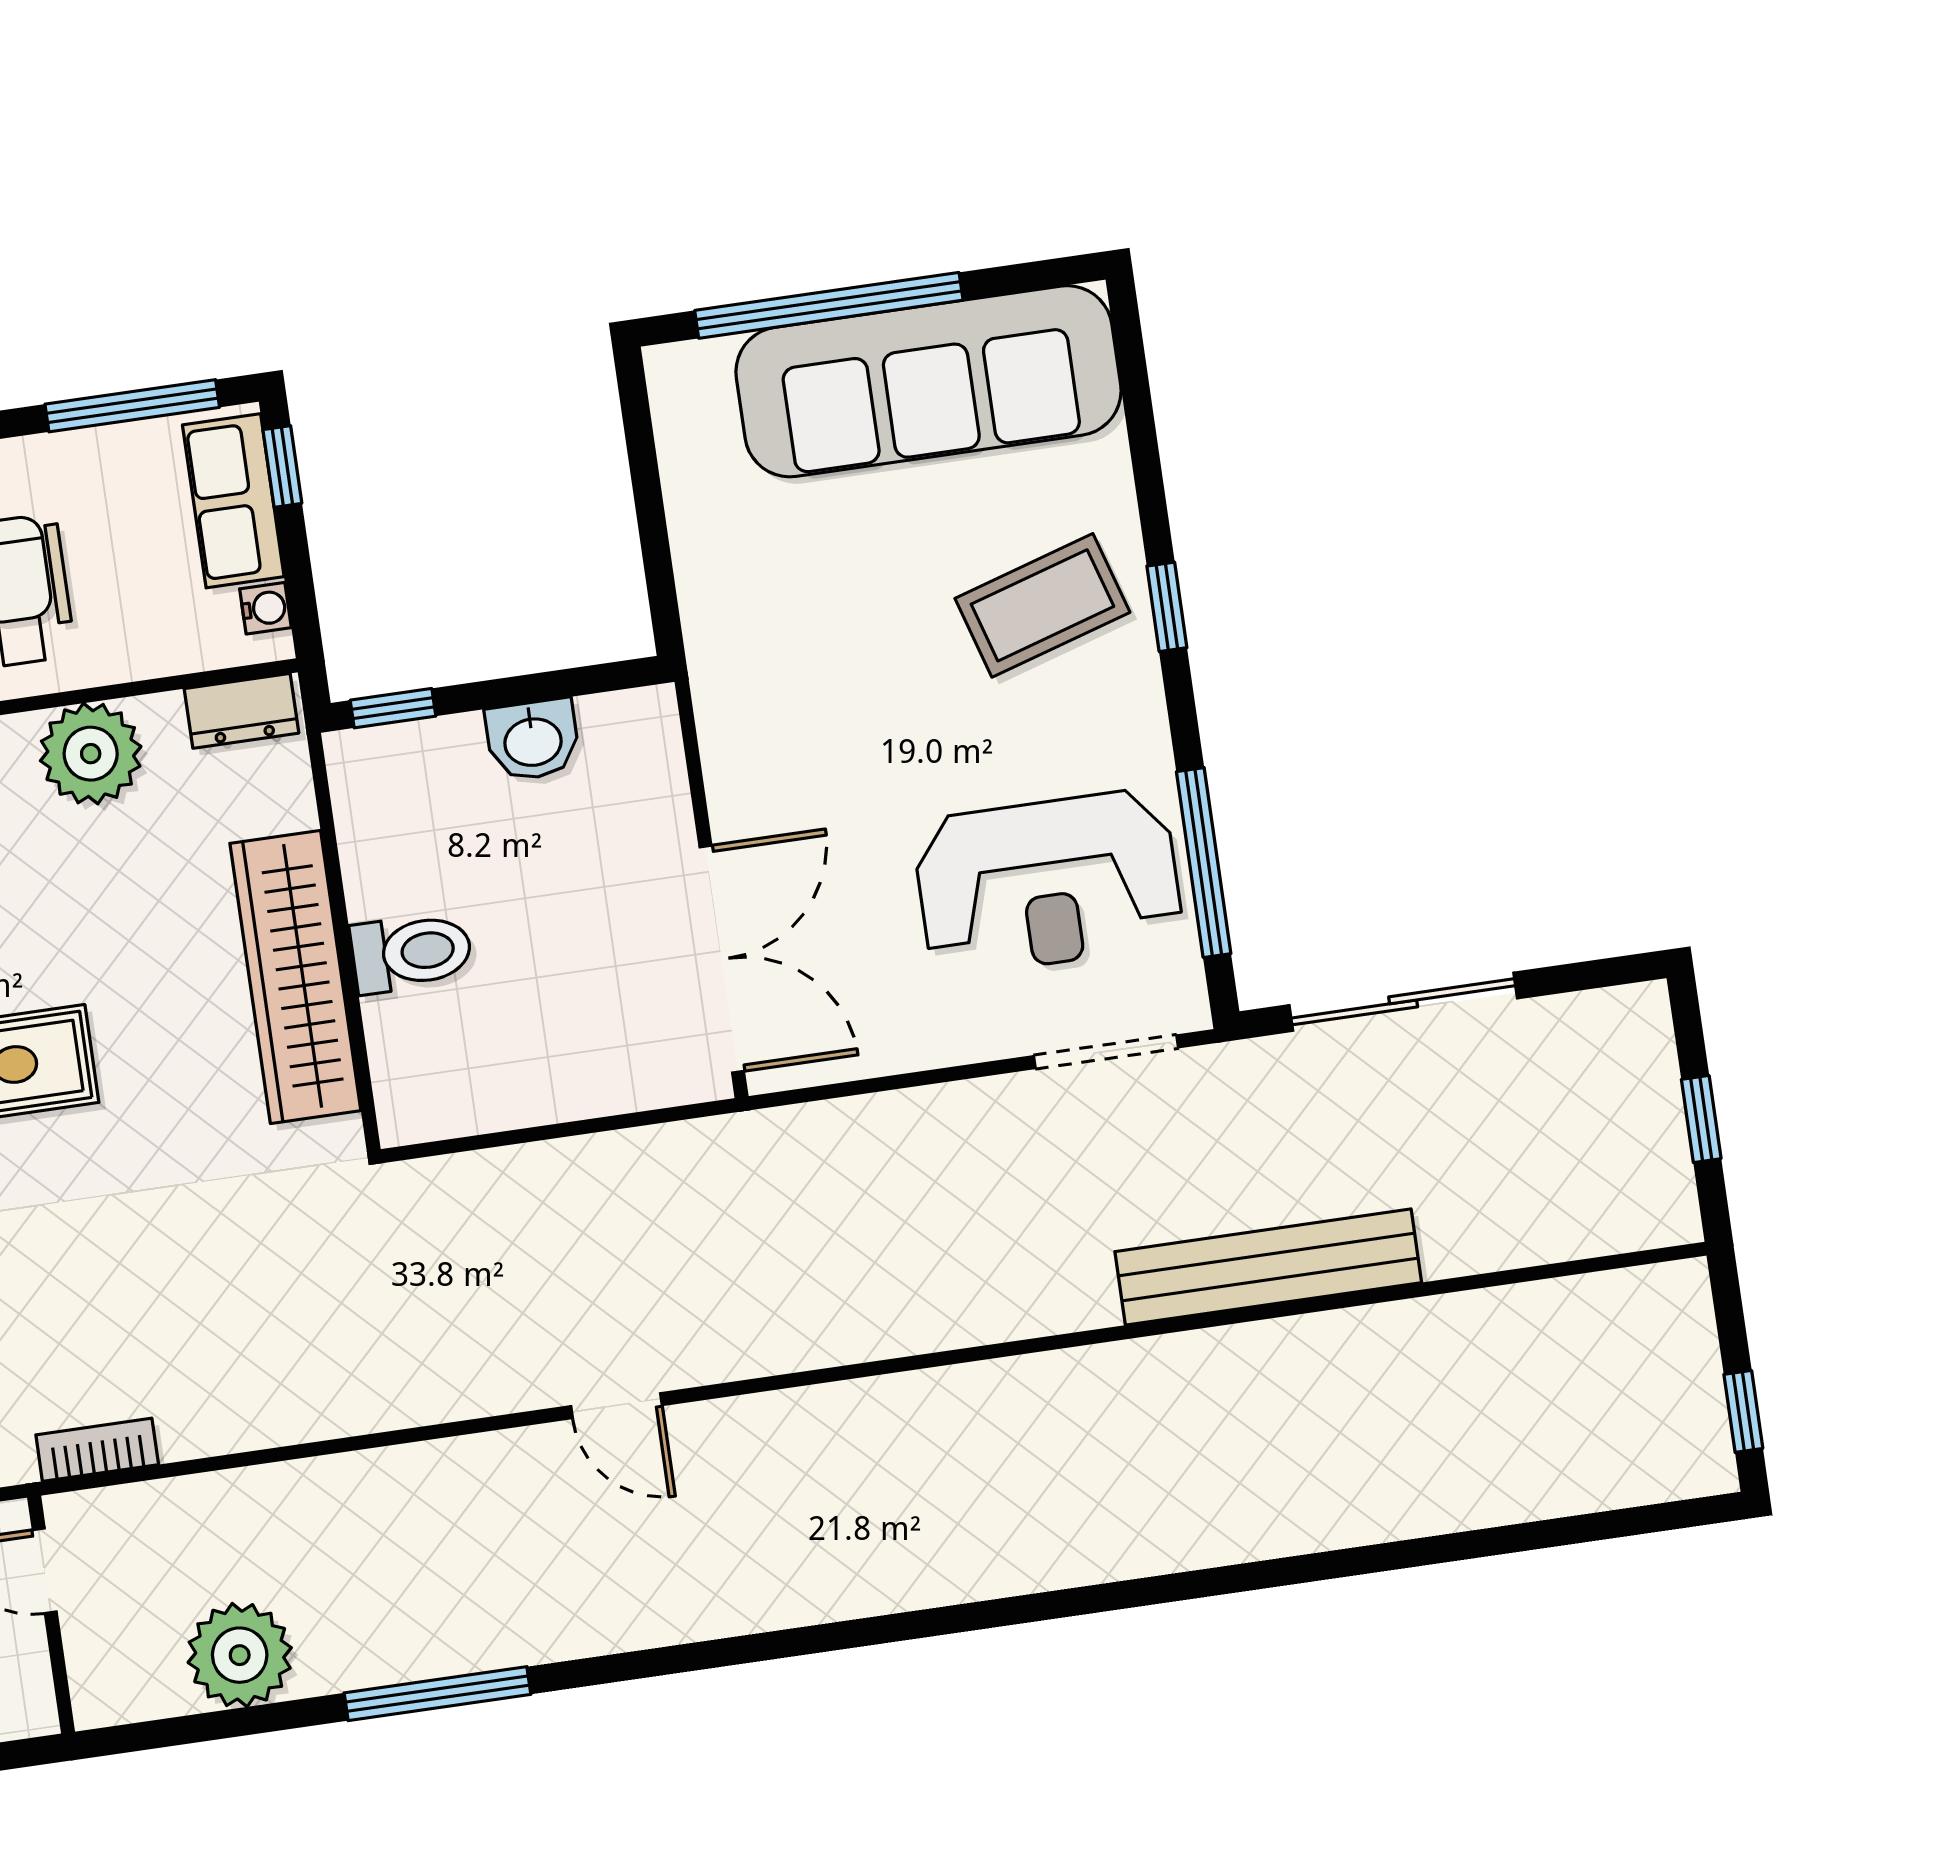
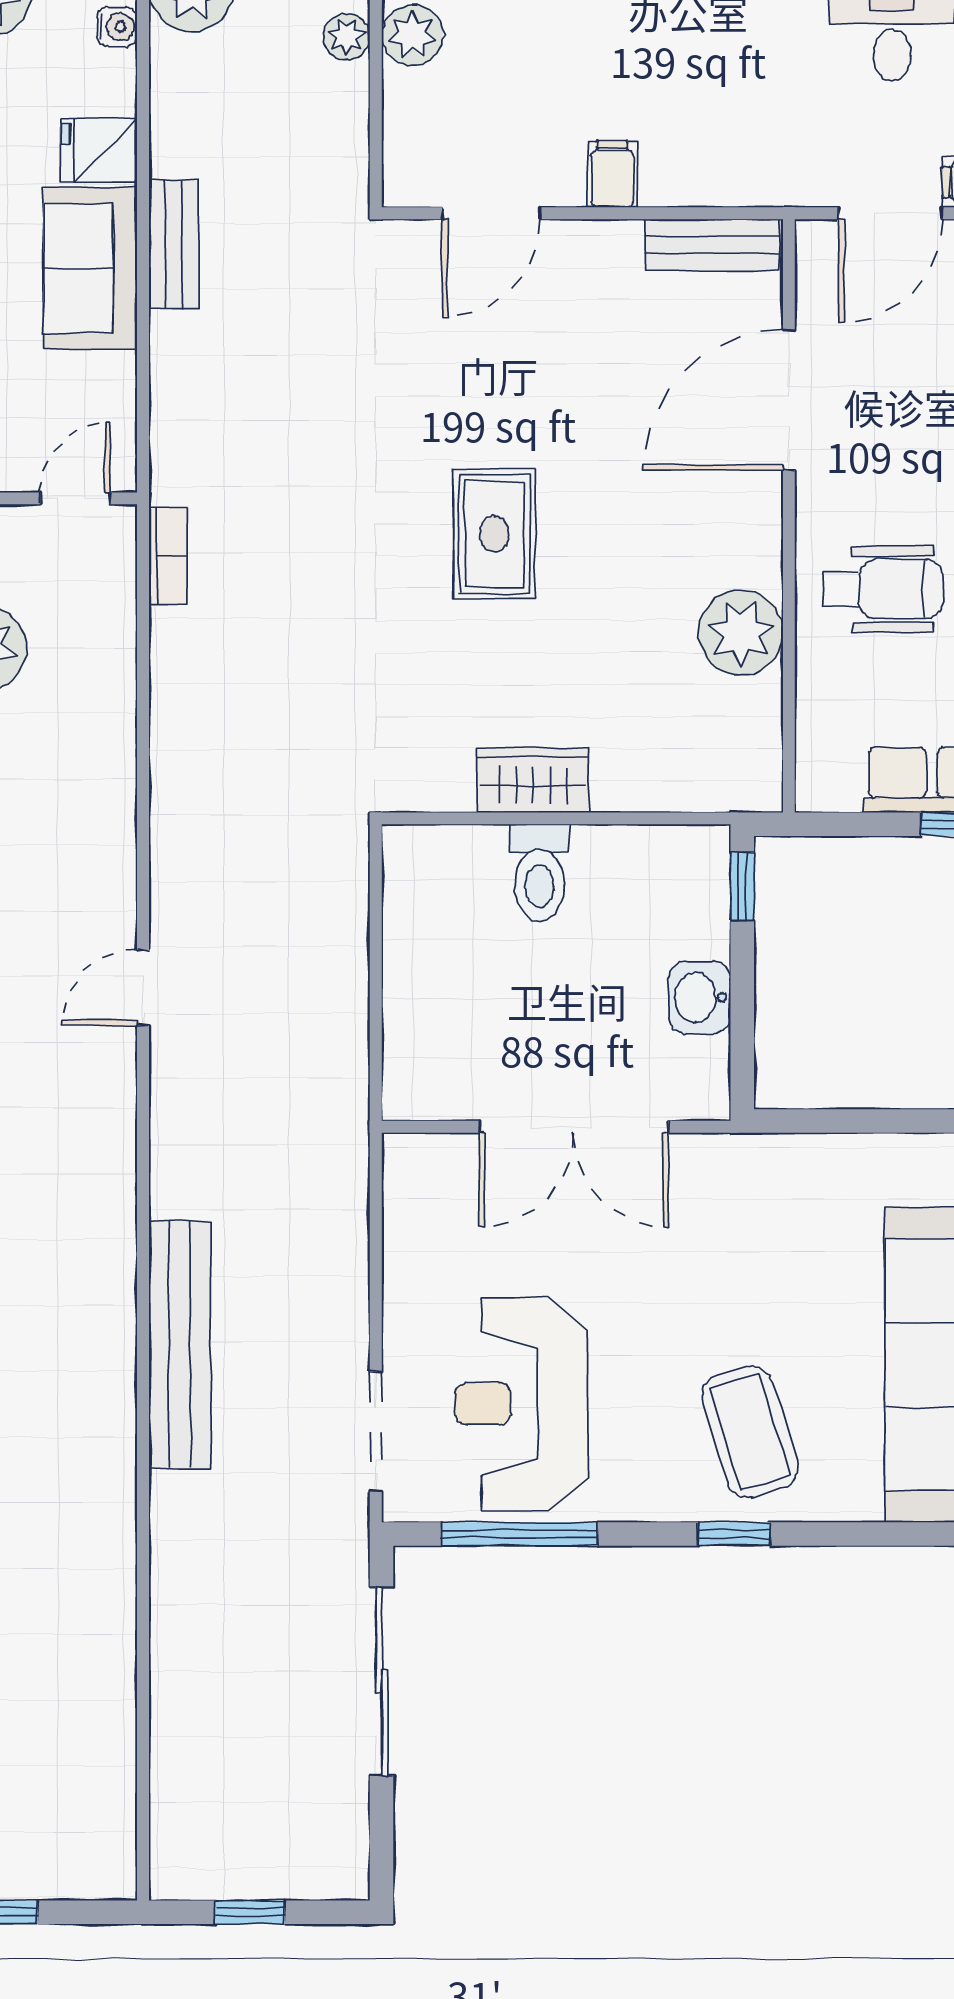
water cooler: (265, 608) -> (840, 794), removed
dresser: (241, 711) -> (758, 762), removed
double door: (722, 959) -> (574, 1127), moved
wardrobe: (295, 977) -> (533, 780), width x0.48, depth x0.85
bench: (1268, 1267) -> (180, 1345), moved

